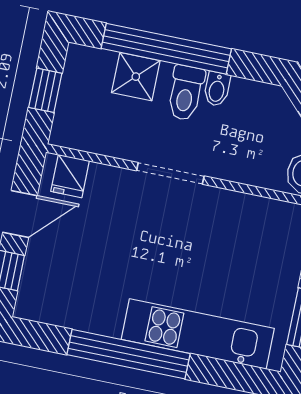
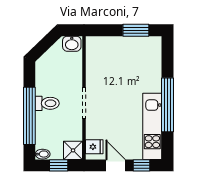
shower: (136, 77) -> (73, 150), moved
bidet: (217, 89) -> (43, 154), moved
kitchen unit: (198, 334) -> (152, 126), moved

